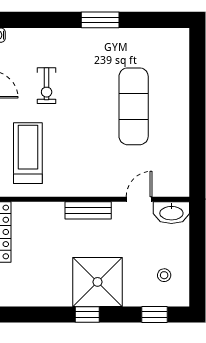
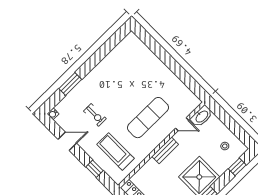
window: (100, 20) -> (70, 84), moved
exercise mat: (134, 106) -> (148, 118), moved, turned 90
door: (139, 199) -> (182, 124), swing flipped

